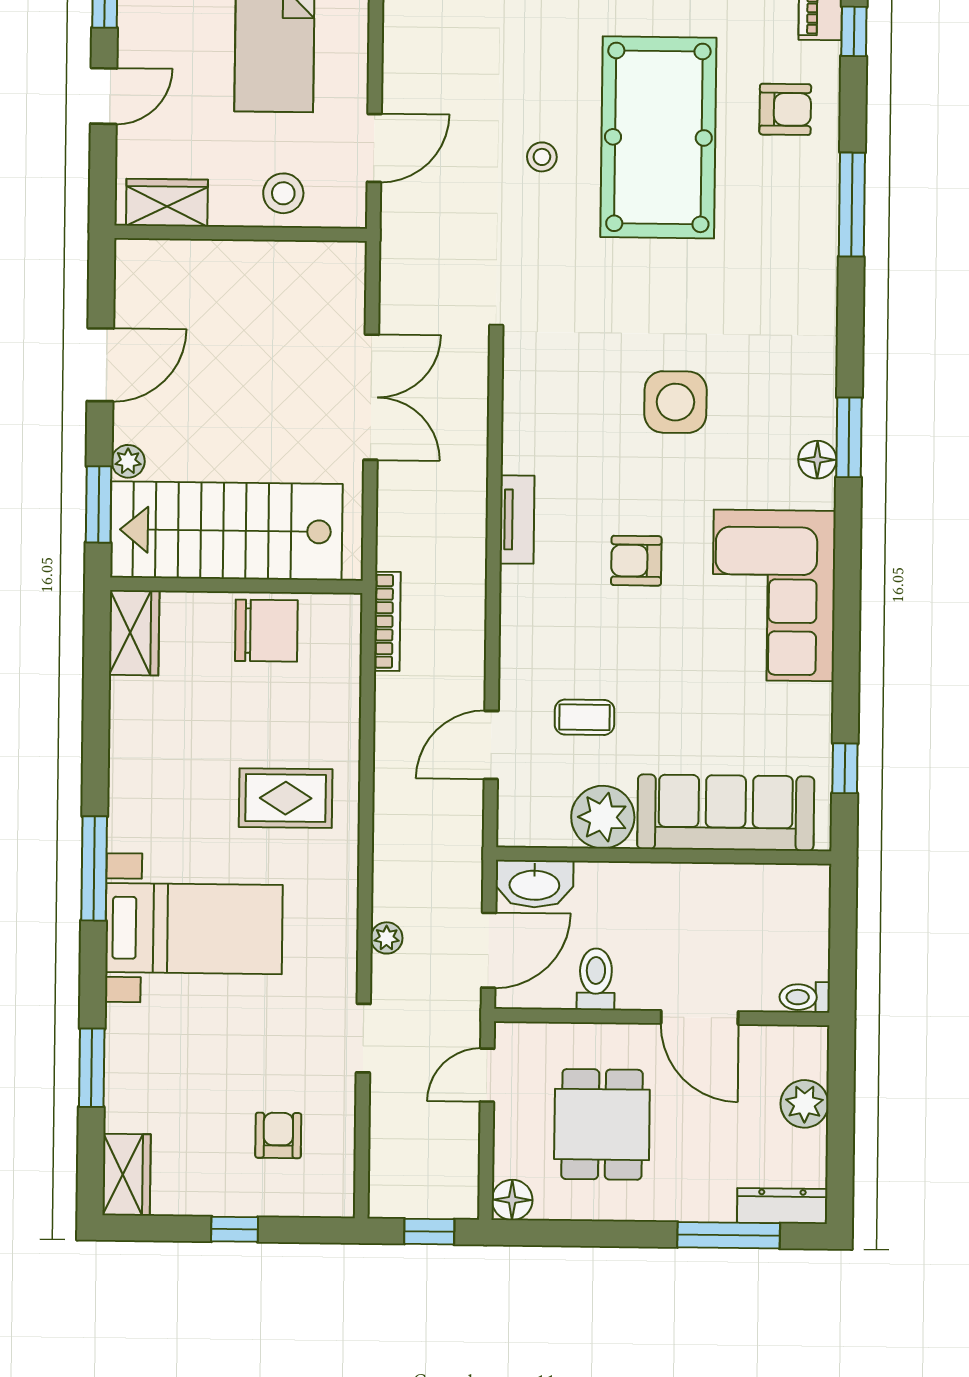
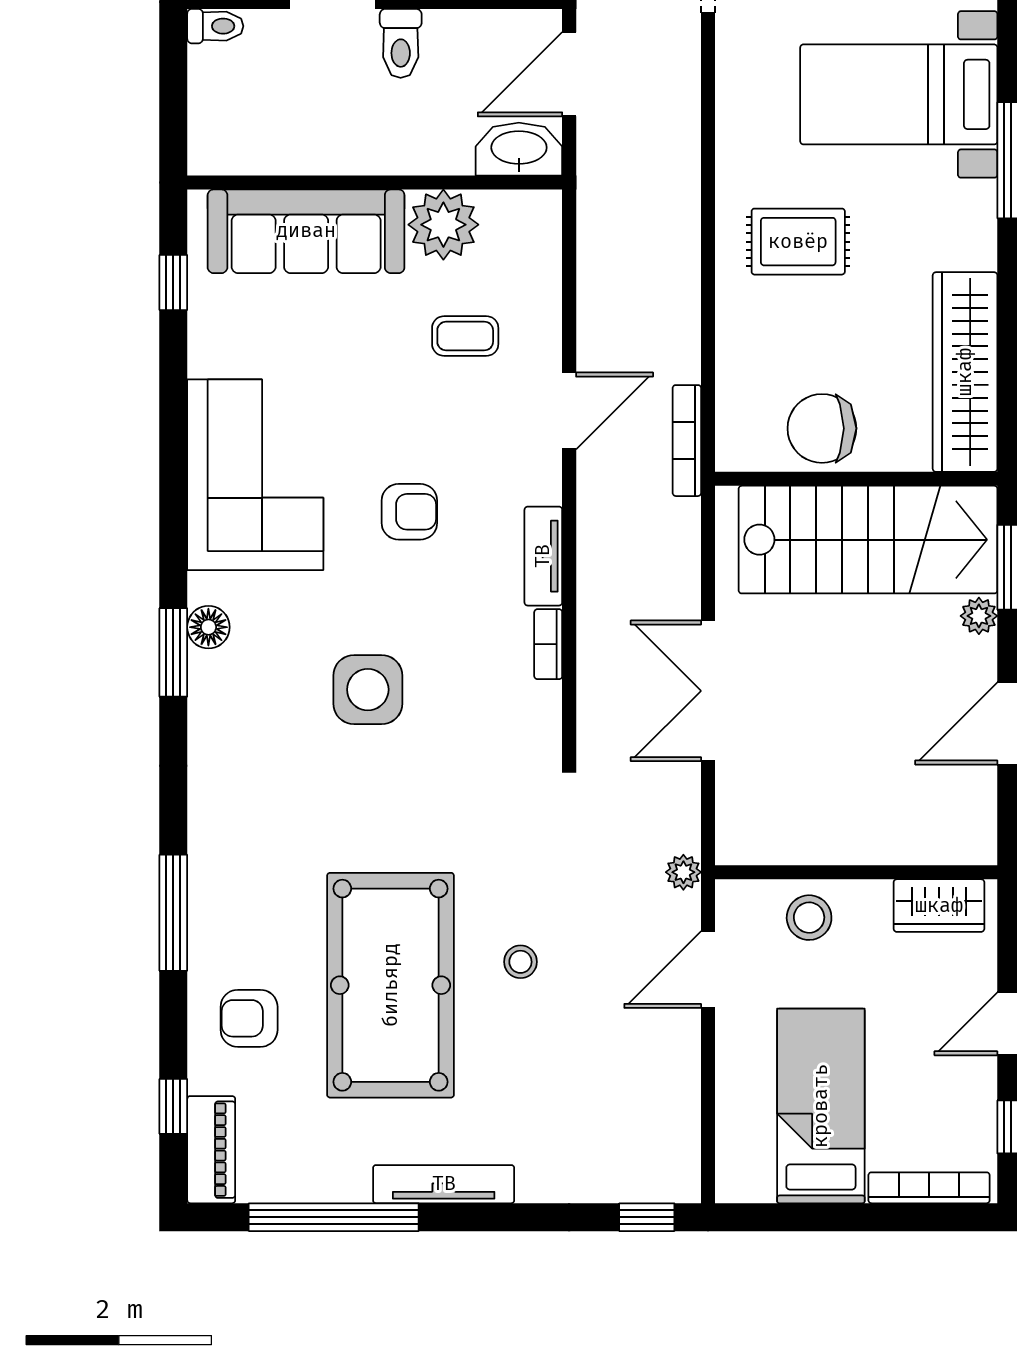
bookcase: (514, 441) -> (548, 644), added
wardrobe: (134, 633) -> (965, 372), width x2.10, depth x1.17
door: (491, 745) -> (569, 411), moved
plant: (387, 938) -> (683, 872), moved
toilet: (596, 979) -> (401, 43), moved

